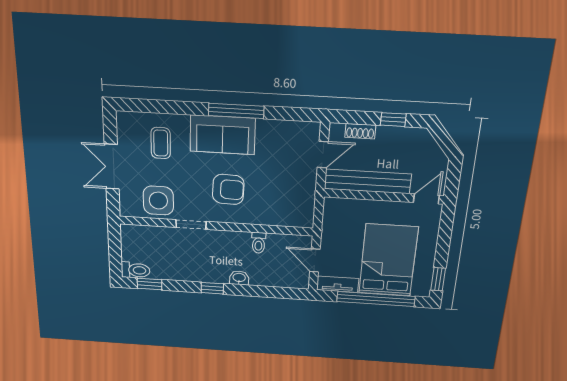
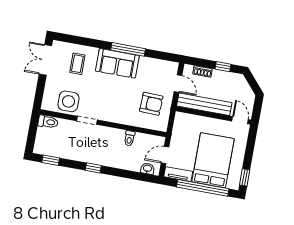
door: (323, 155) -> (178, 83), hinge flipped
double door: (112, 167) -> (45, 60), moved
armchair: (228, 189) -> (151, 104), moved
door: (426, 199) -> (240, 120), hinge flipped
door: (315, 260) -> (165, 155), hinge flipped
toilet: (136, 270) -> (48, 122), moved
washbasin: (239, 278) -> (147, 169), moved

